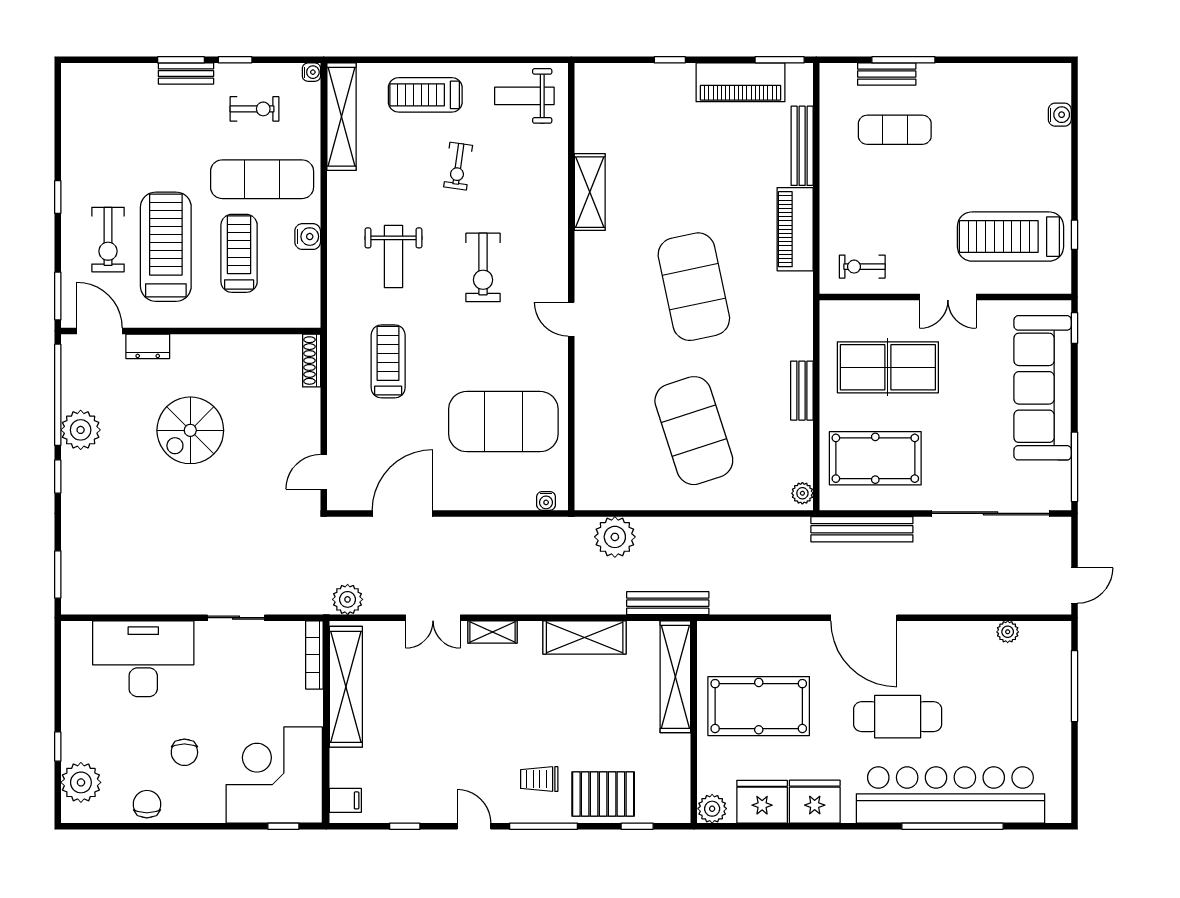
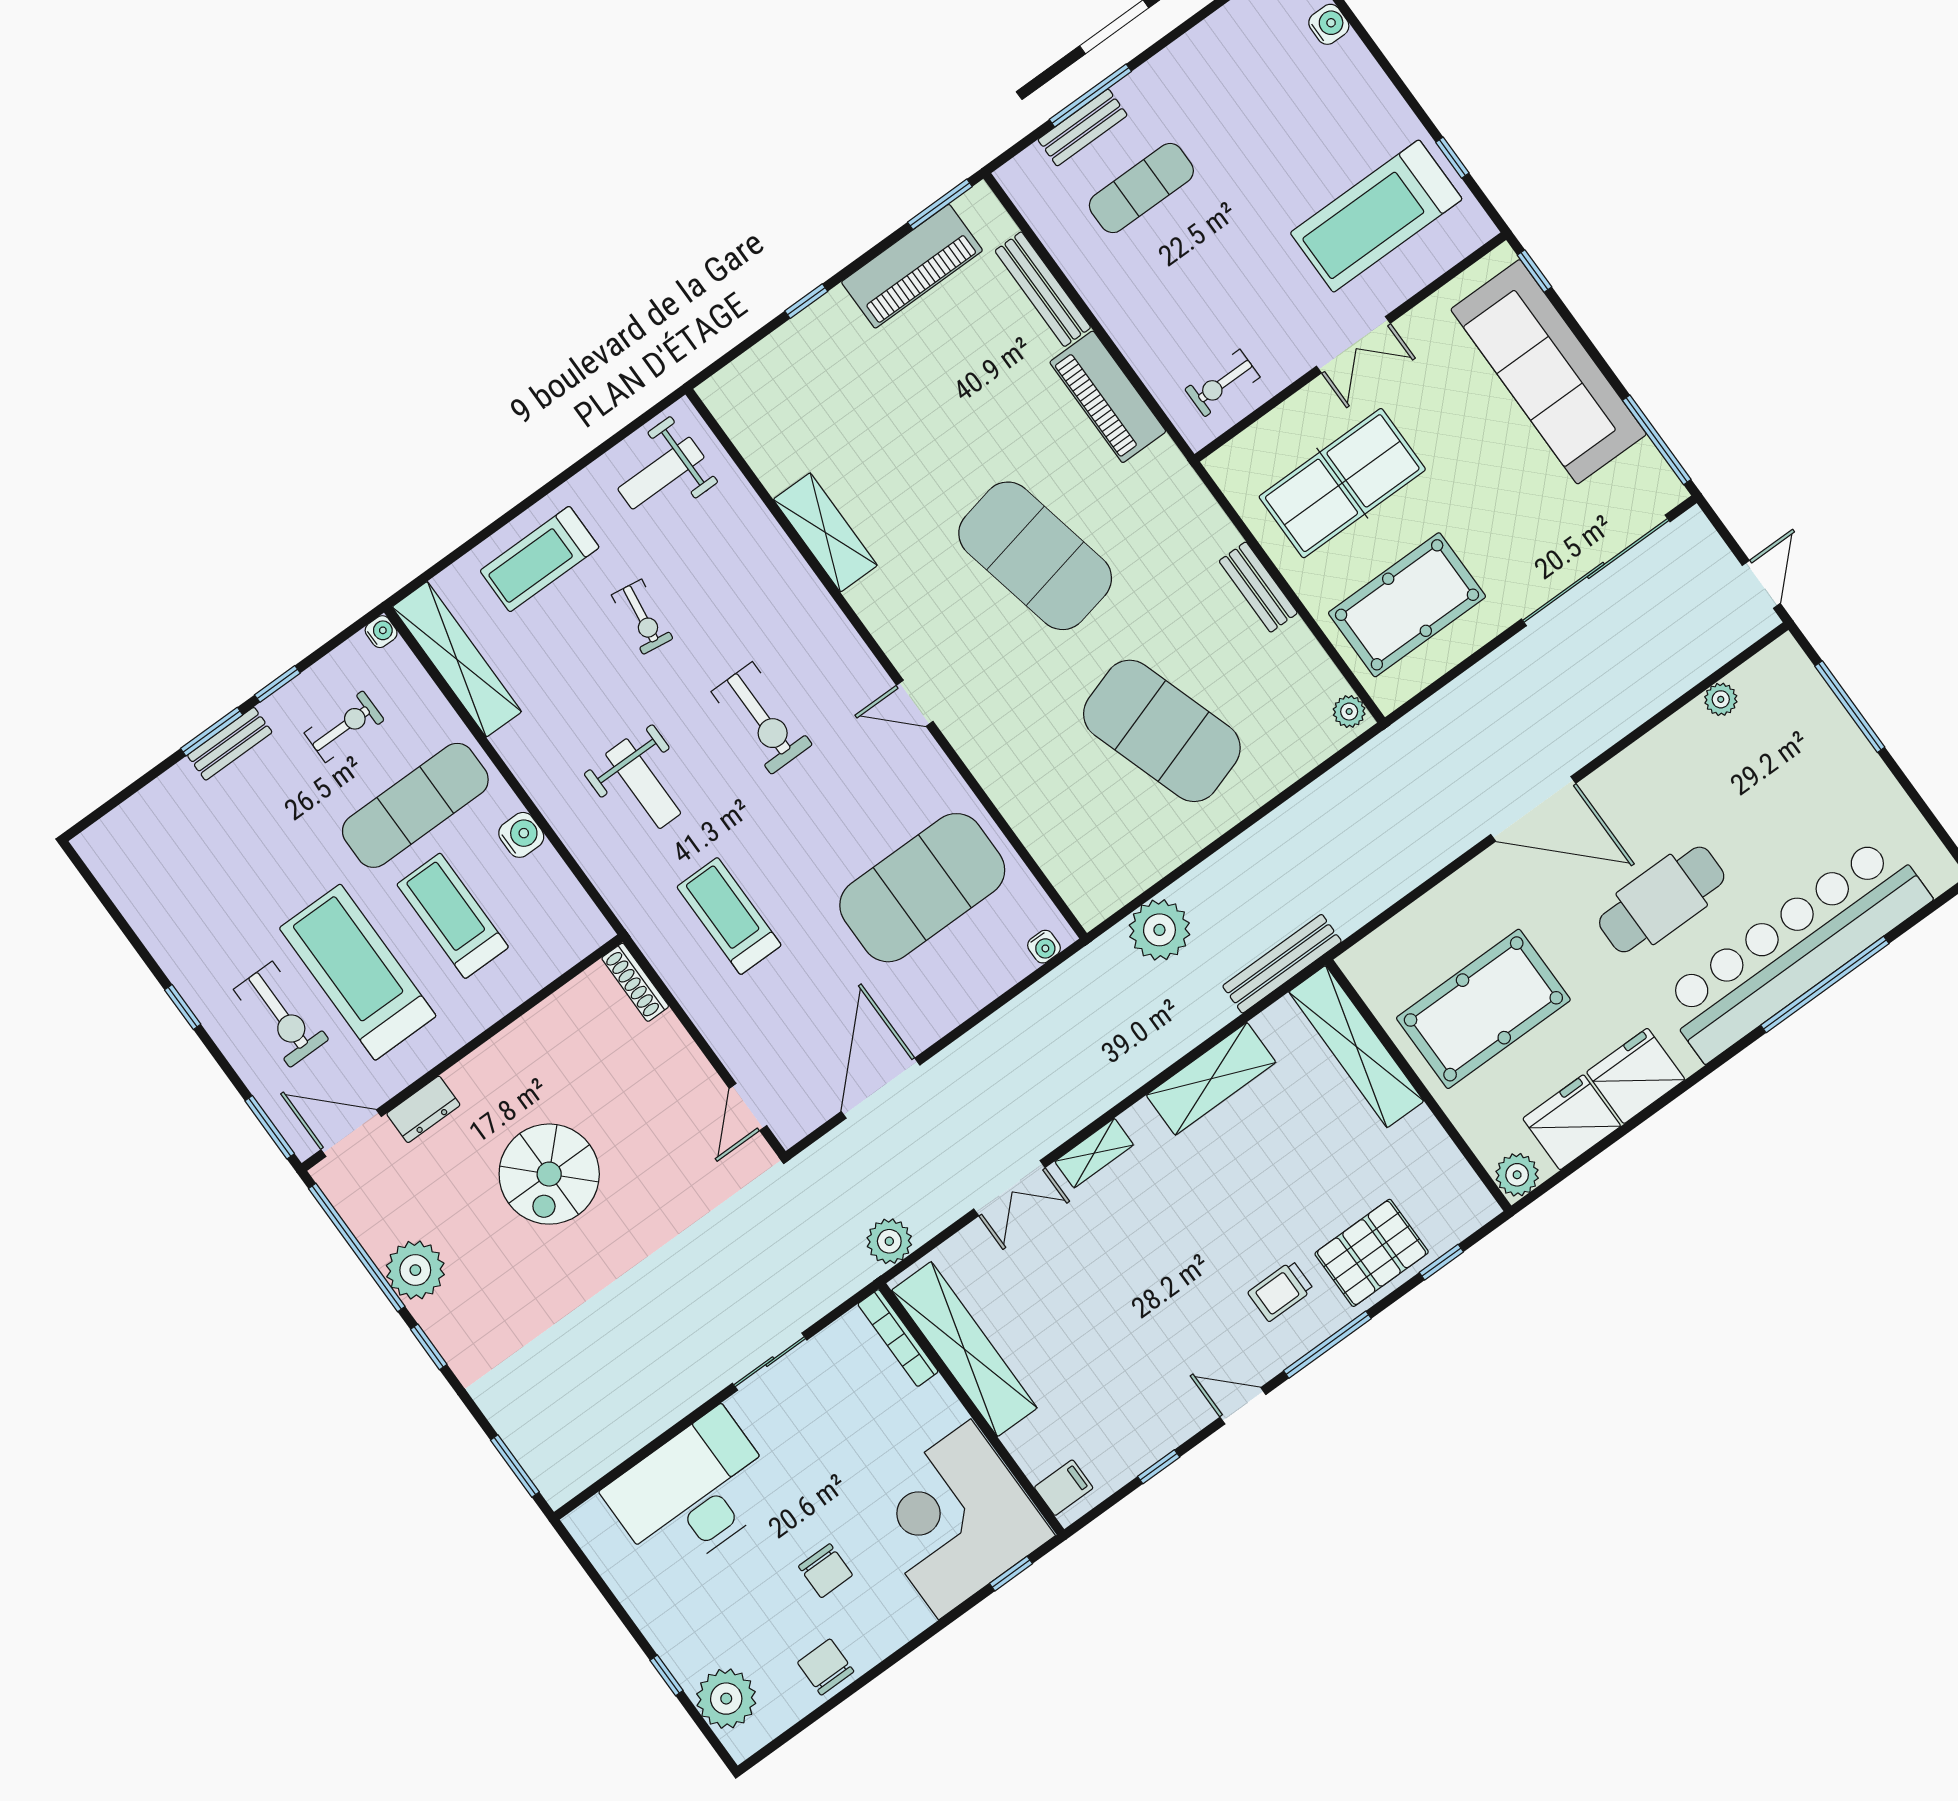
bench: (862, 529) -> (1453, 703), removed

